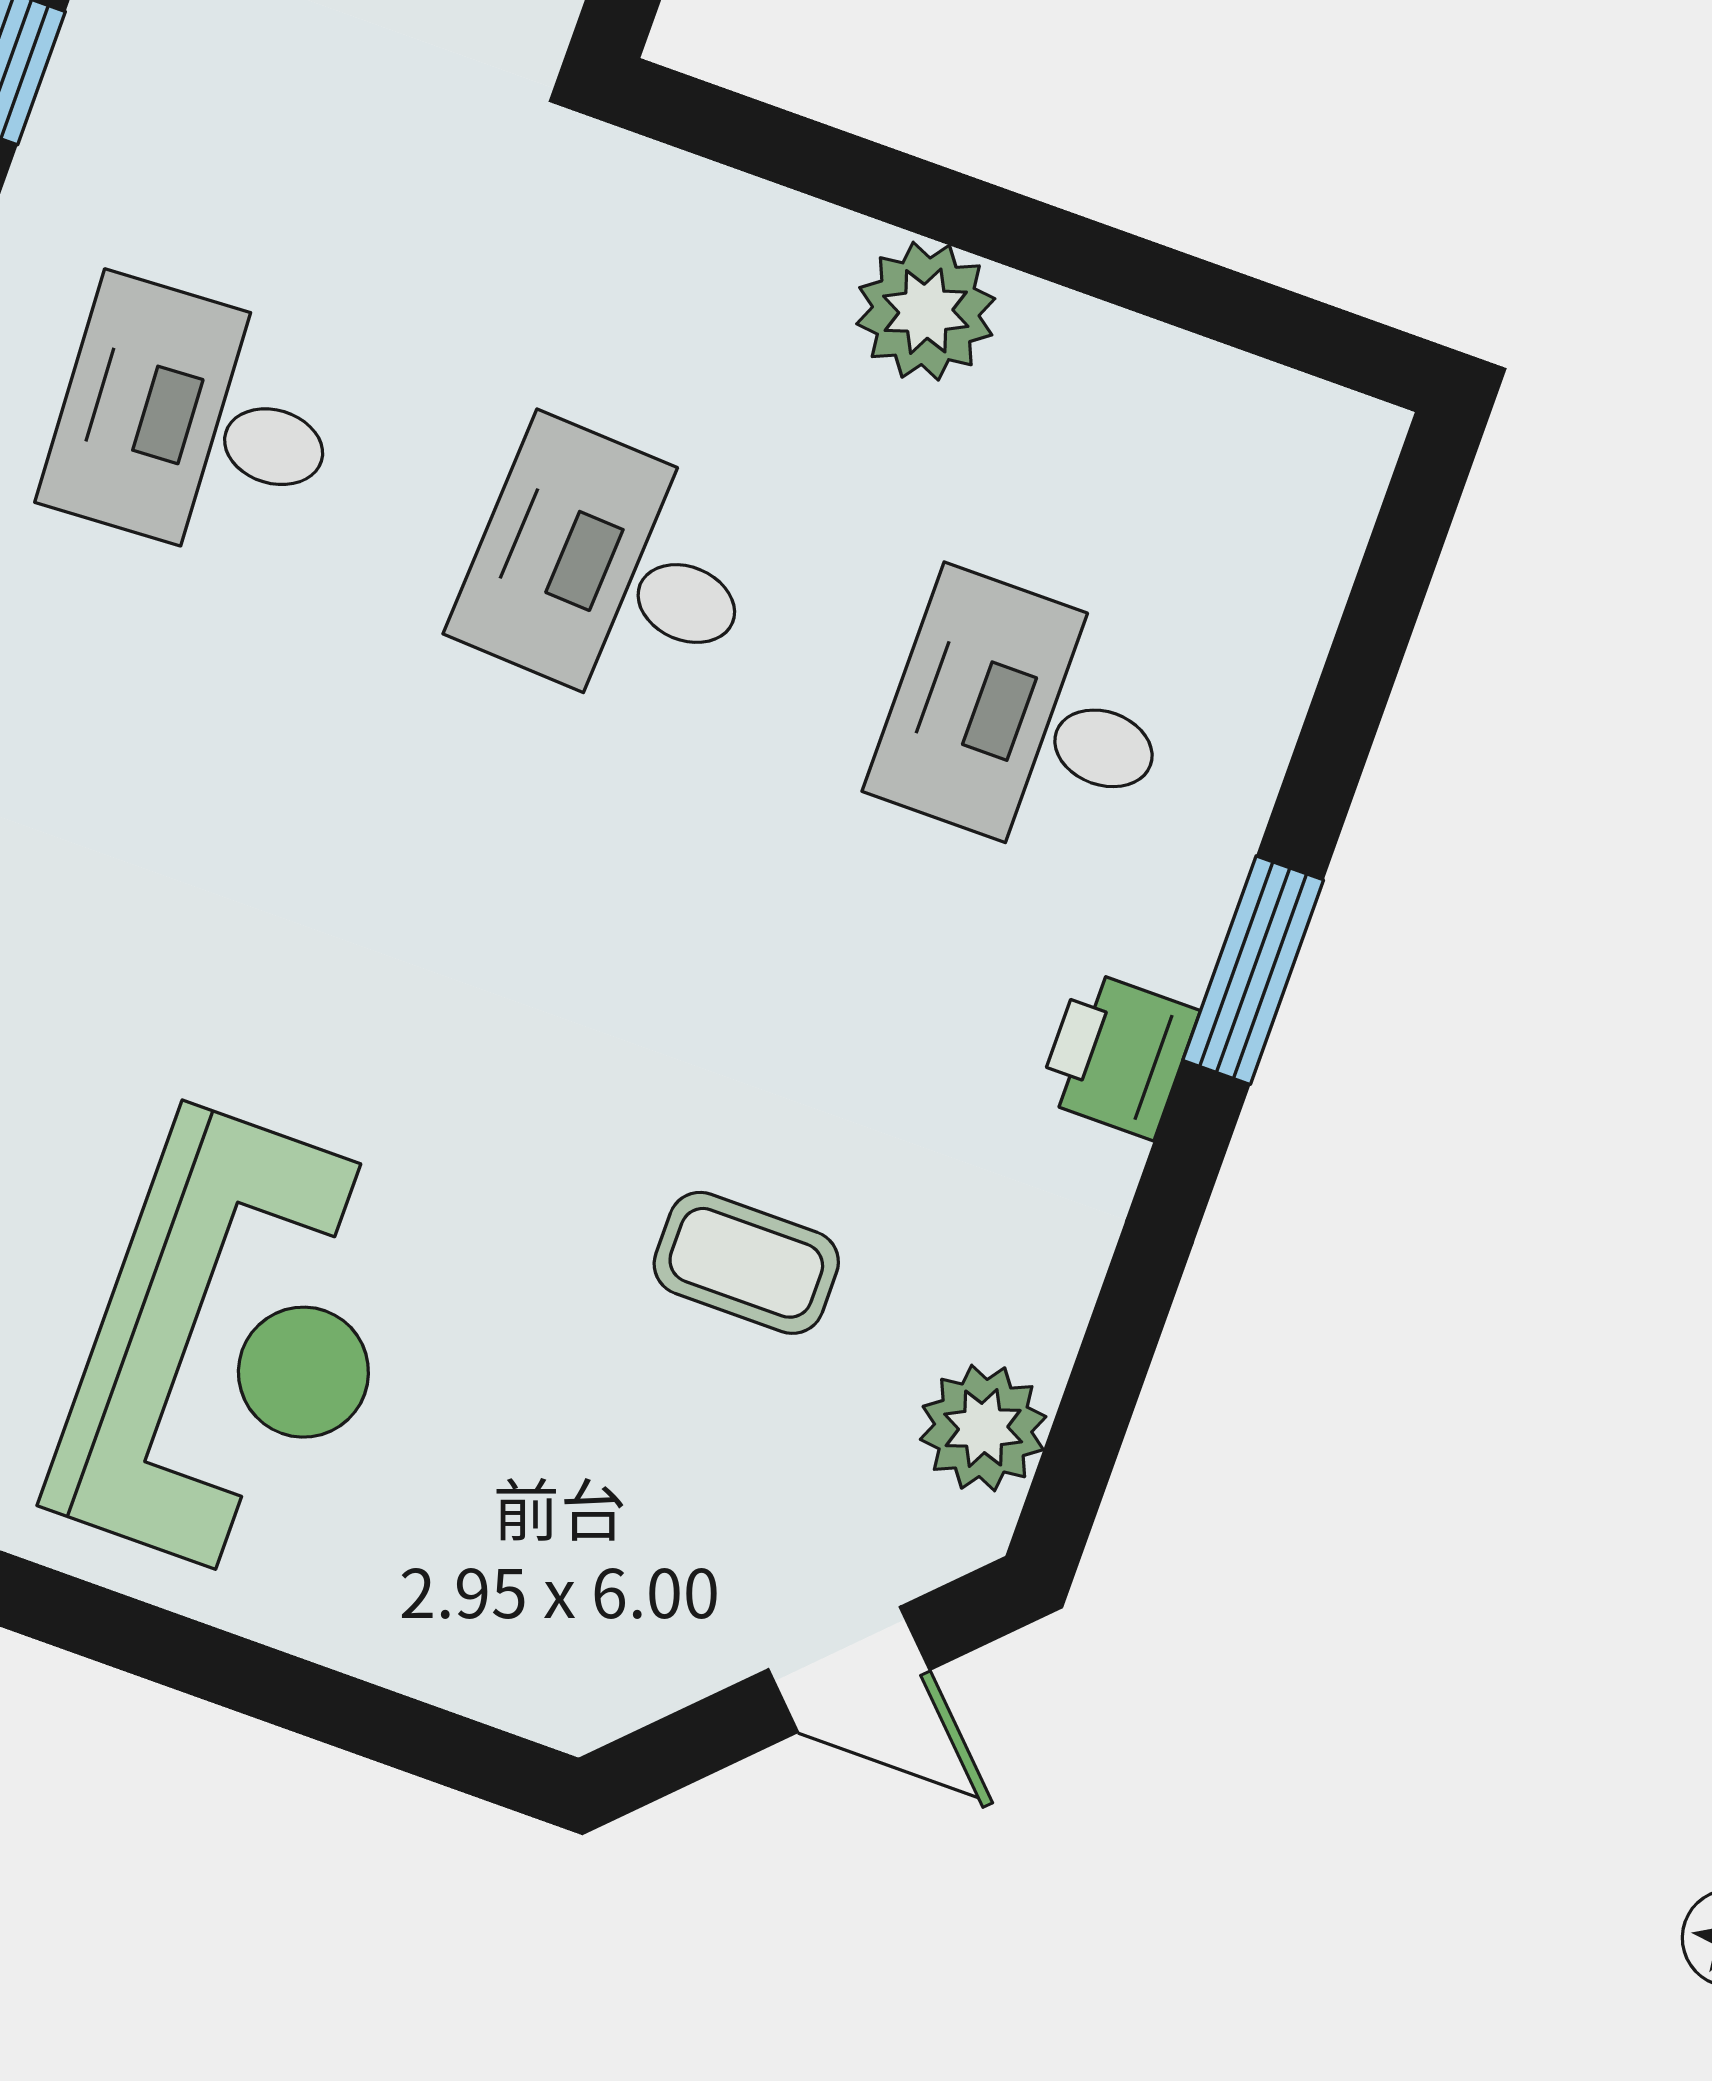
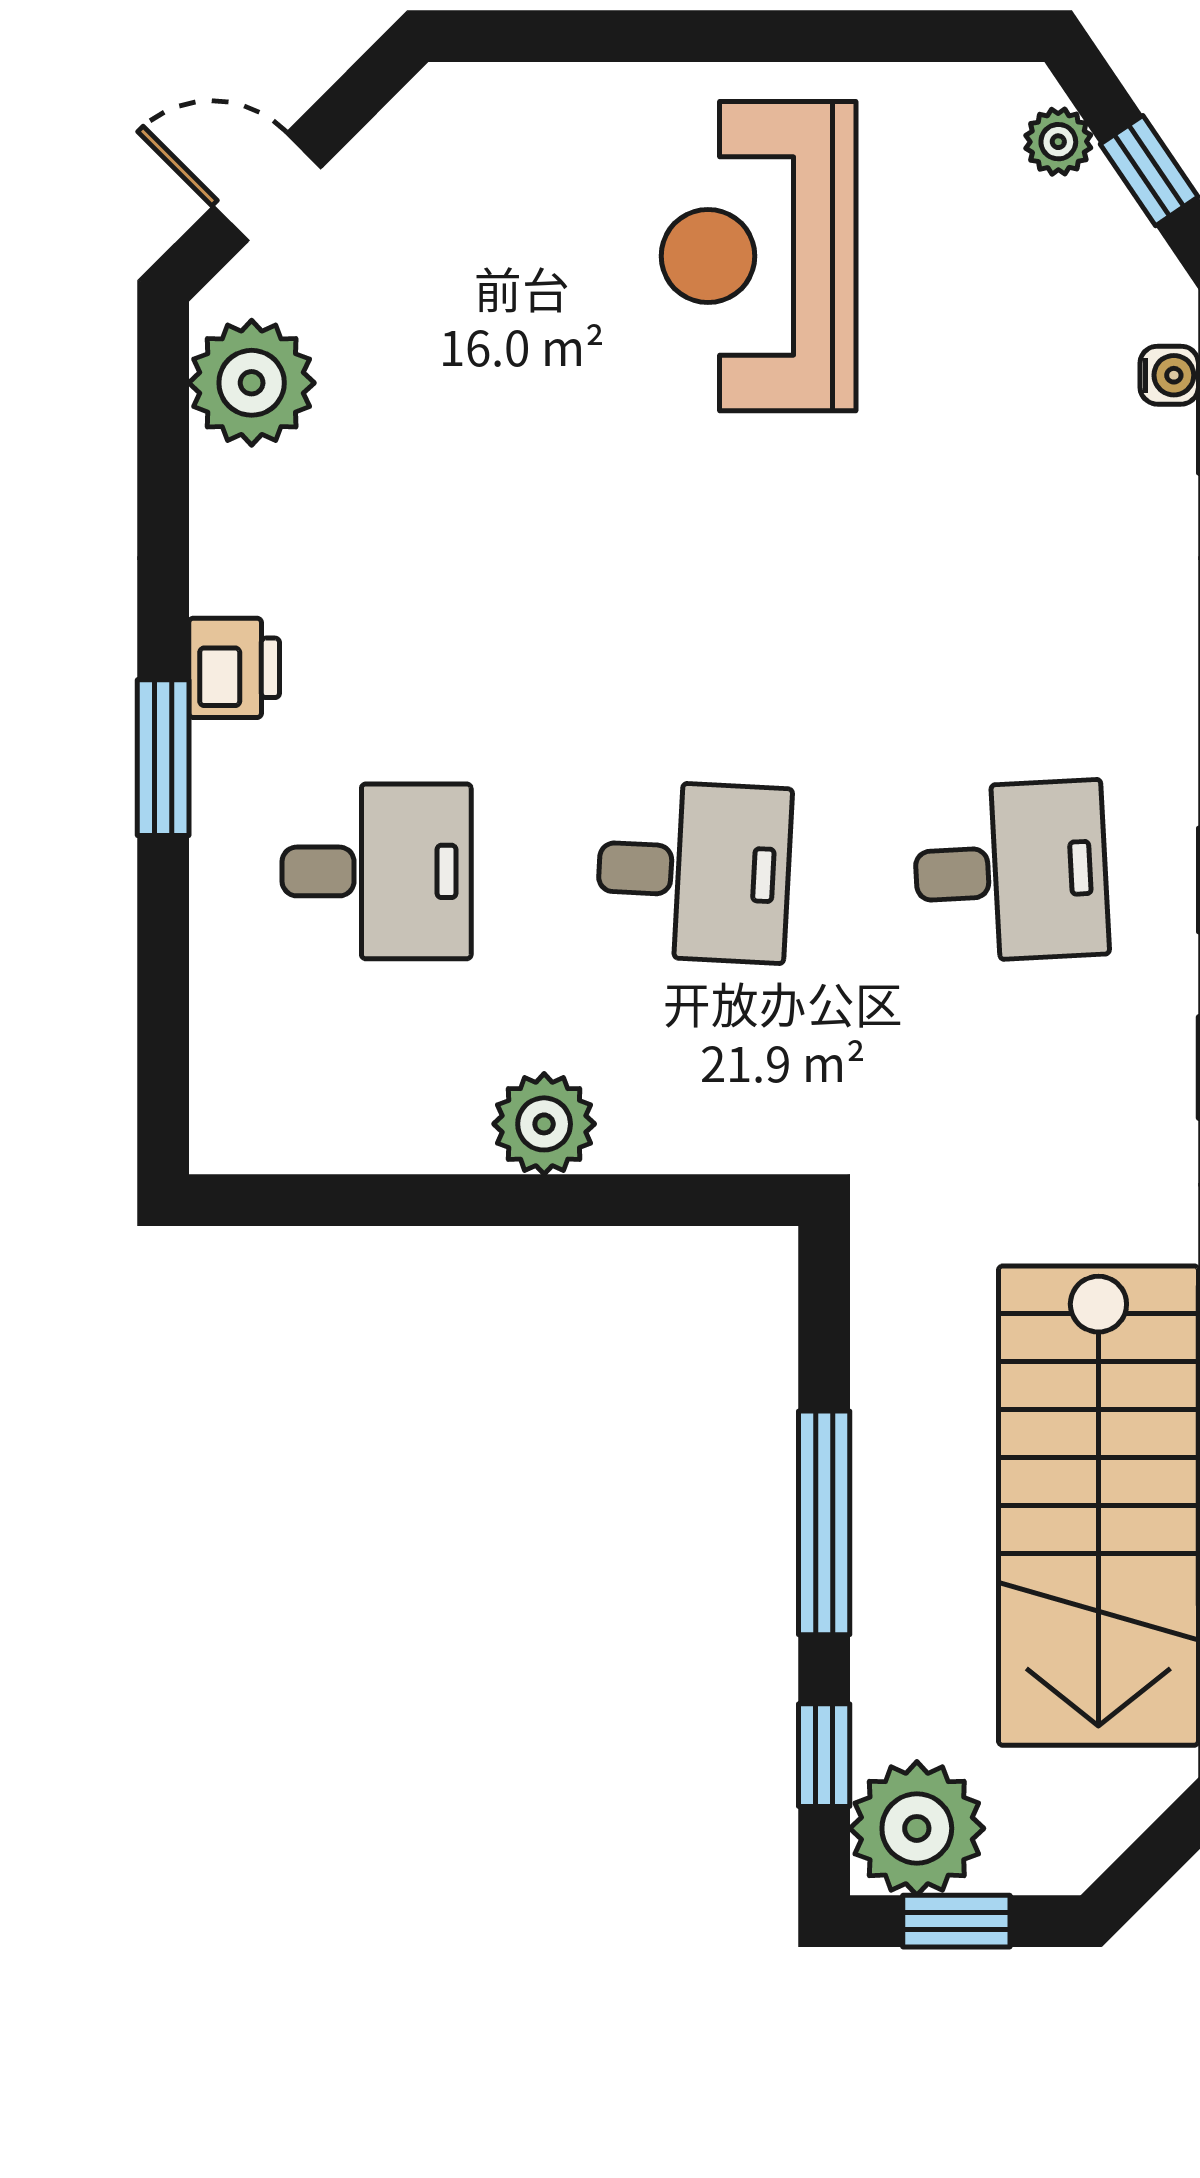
coffee table: (746, 1263) -> (435, 437), removed
plant: (983, 1428) -> (252, 383), width x1.36, depth x1.36

